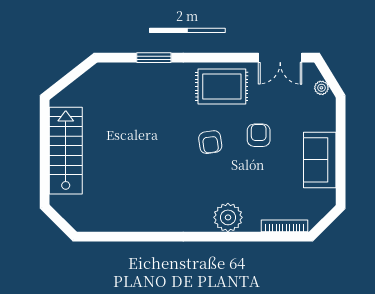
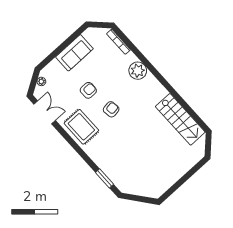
window: (154, 58) -> (105, 178), moved
armchair: (259, 135) -> (88, 90), turned 180
stairs: (66, 151) -> (180, 119), moved, turned -90

